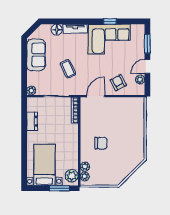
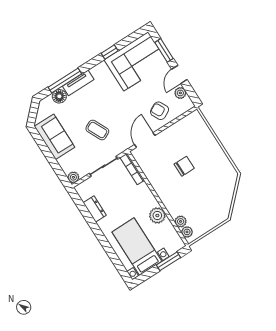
window: (67, 21) -> (65, 81), added
corner sofa: (109, 39) -> (136, 61), moved
chair: (101, 143) -> (184, 166), moved
plant: (72, 176) -> (157, 215), moved

